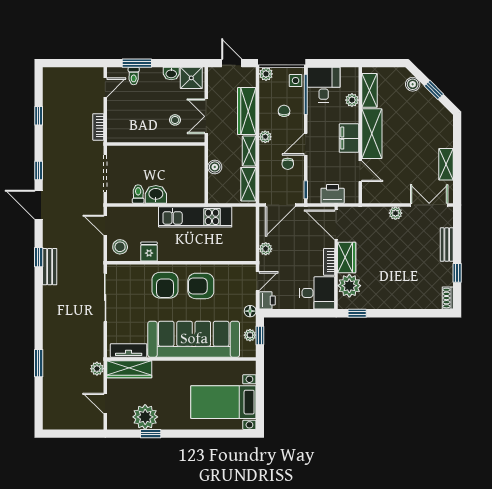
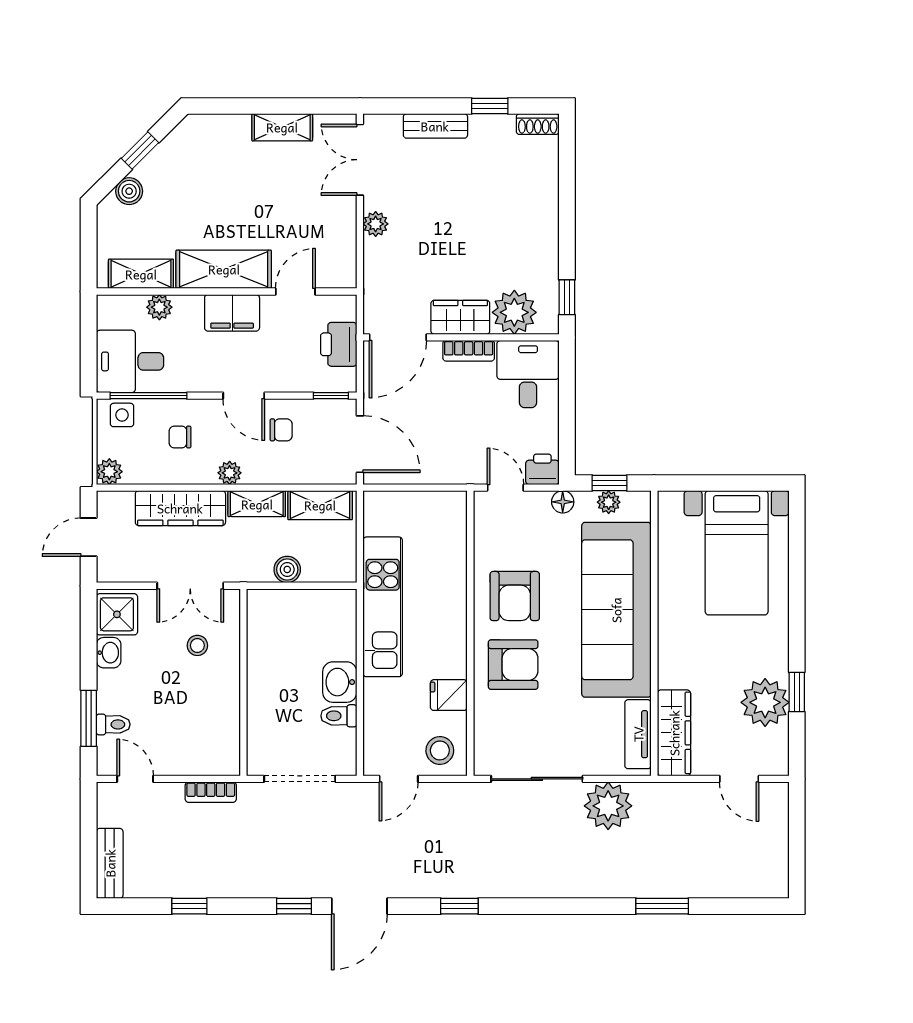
plant: (266, 249) -> (444, 472), removed
bench: (50, 267) -> (110, 863), moved, turned 90
plant: (97, 369) -> (608, 806), moved, width x1.88, depth x1.88
door: (105, 403) -> (739, 779), hinge flipped

